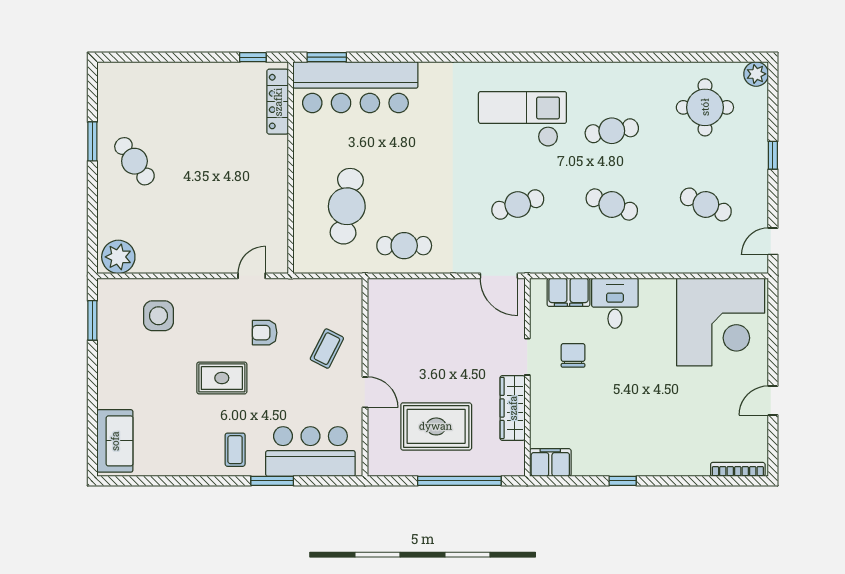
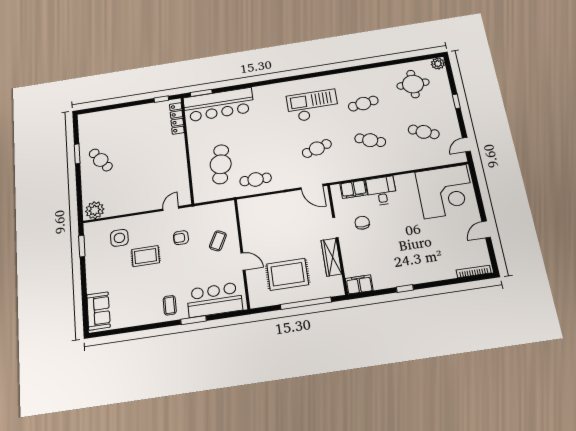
rug: (222, 378) -> (146, 256), moved

